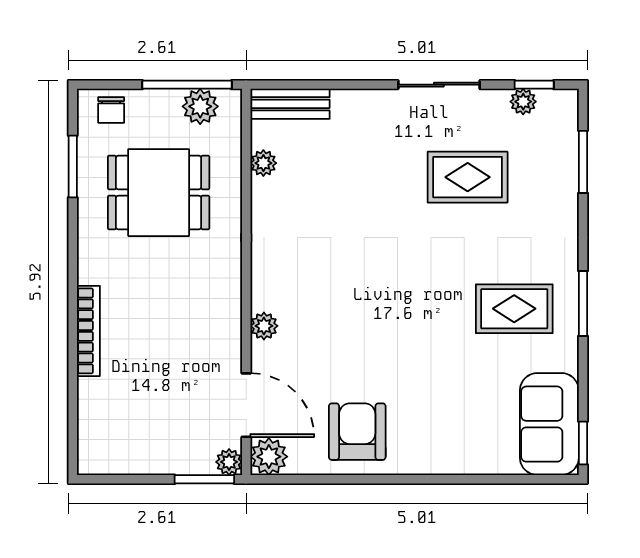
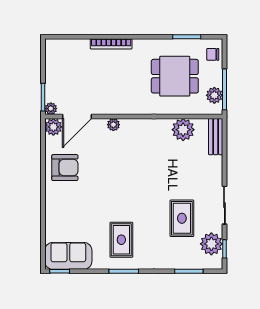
plant: (523, 102) -> (211, 244), width x1.88, depth x1.88
plant: (263, 163) -> (183, 130), width x1.88, depth x1.88
dining table: (159, 193) -> (175, 76), turned 90

